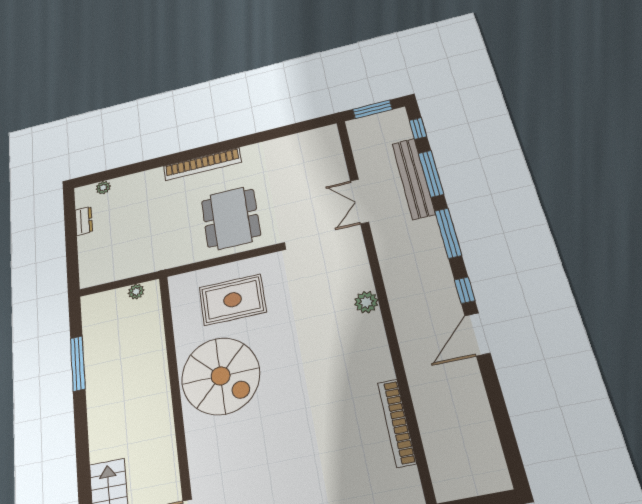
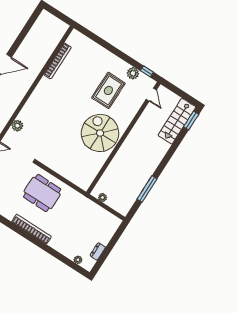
dining table: (231, 218) -> (42, 193), turned 90
rug: (233, 300) -> (108, 90), moved, turned 90
plant: (366, 302) -> (17, 126), moved

